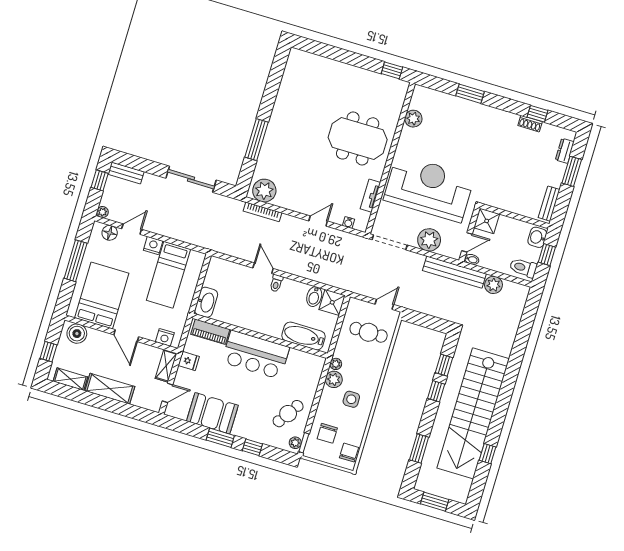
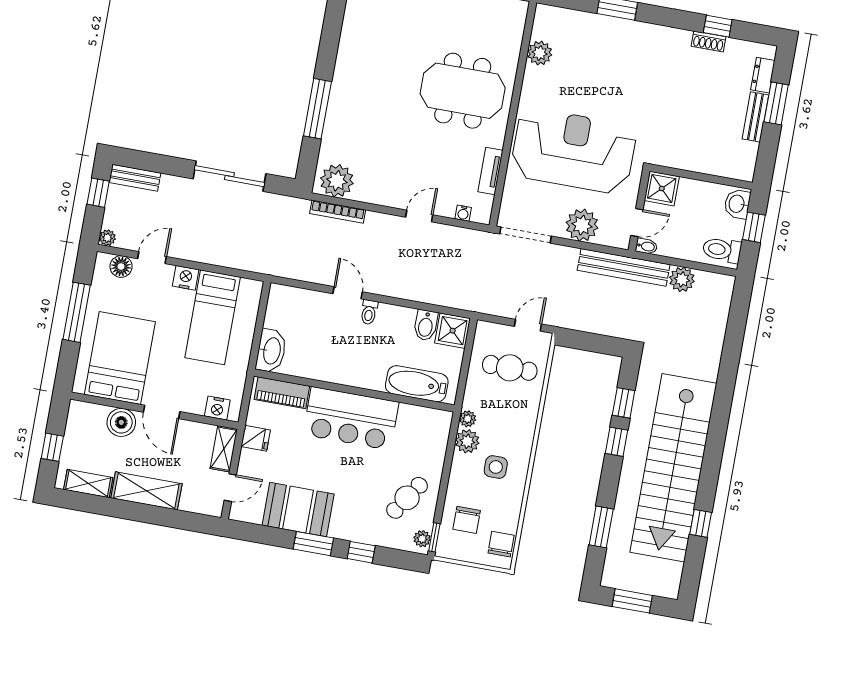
bench: (549, 204) -> (755, 117), moved
boiler: (77, 334) -> (121, 422), moved

